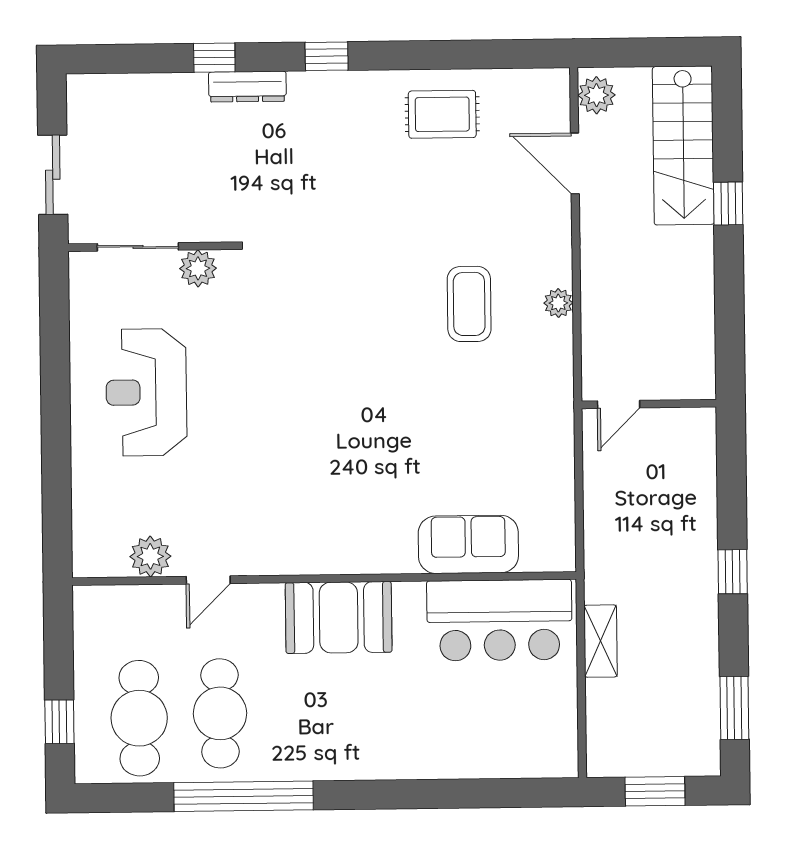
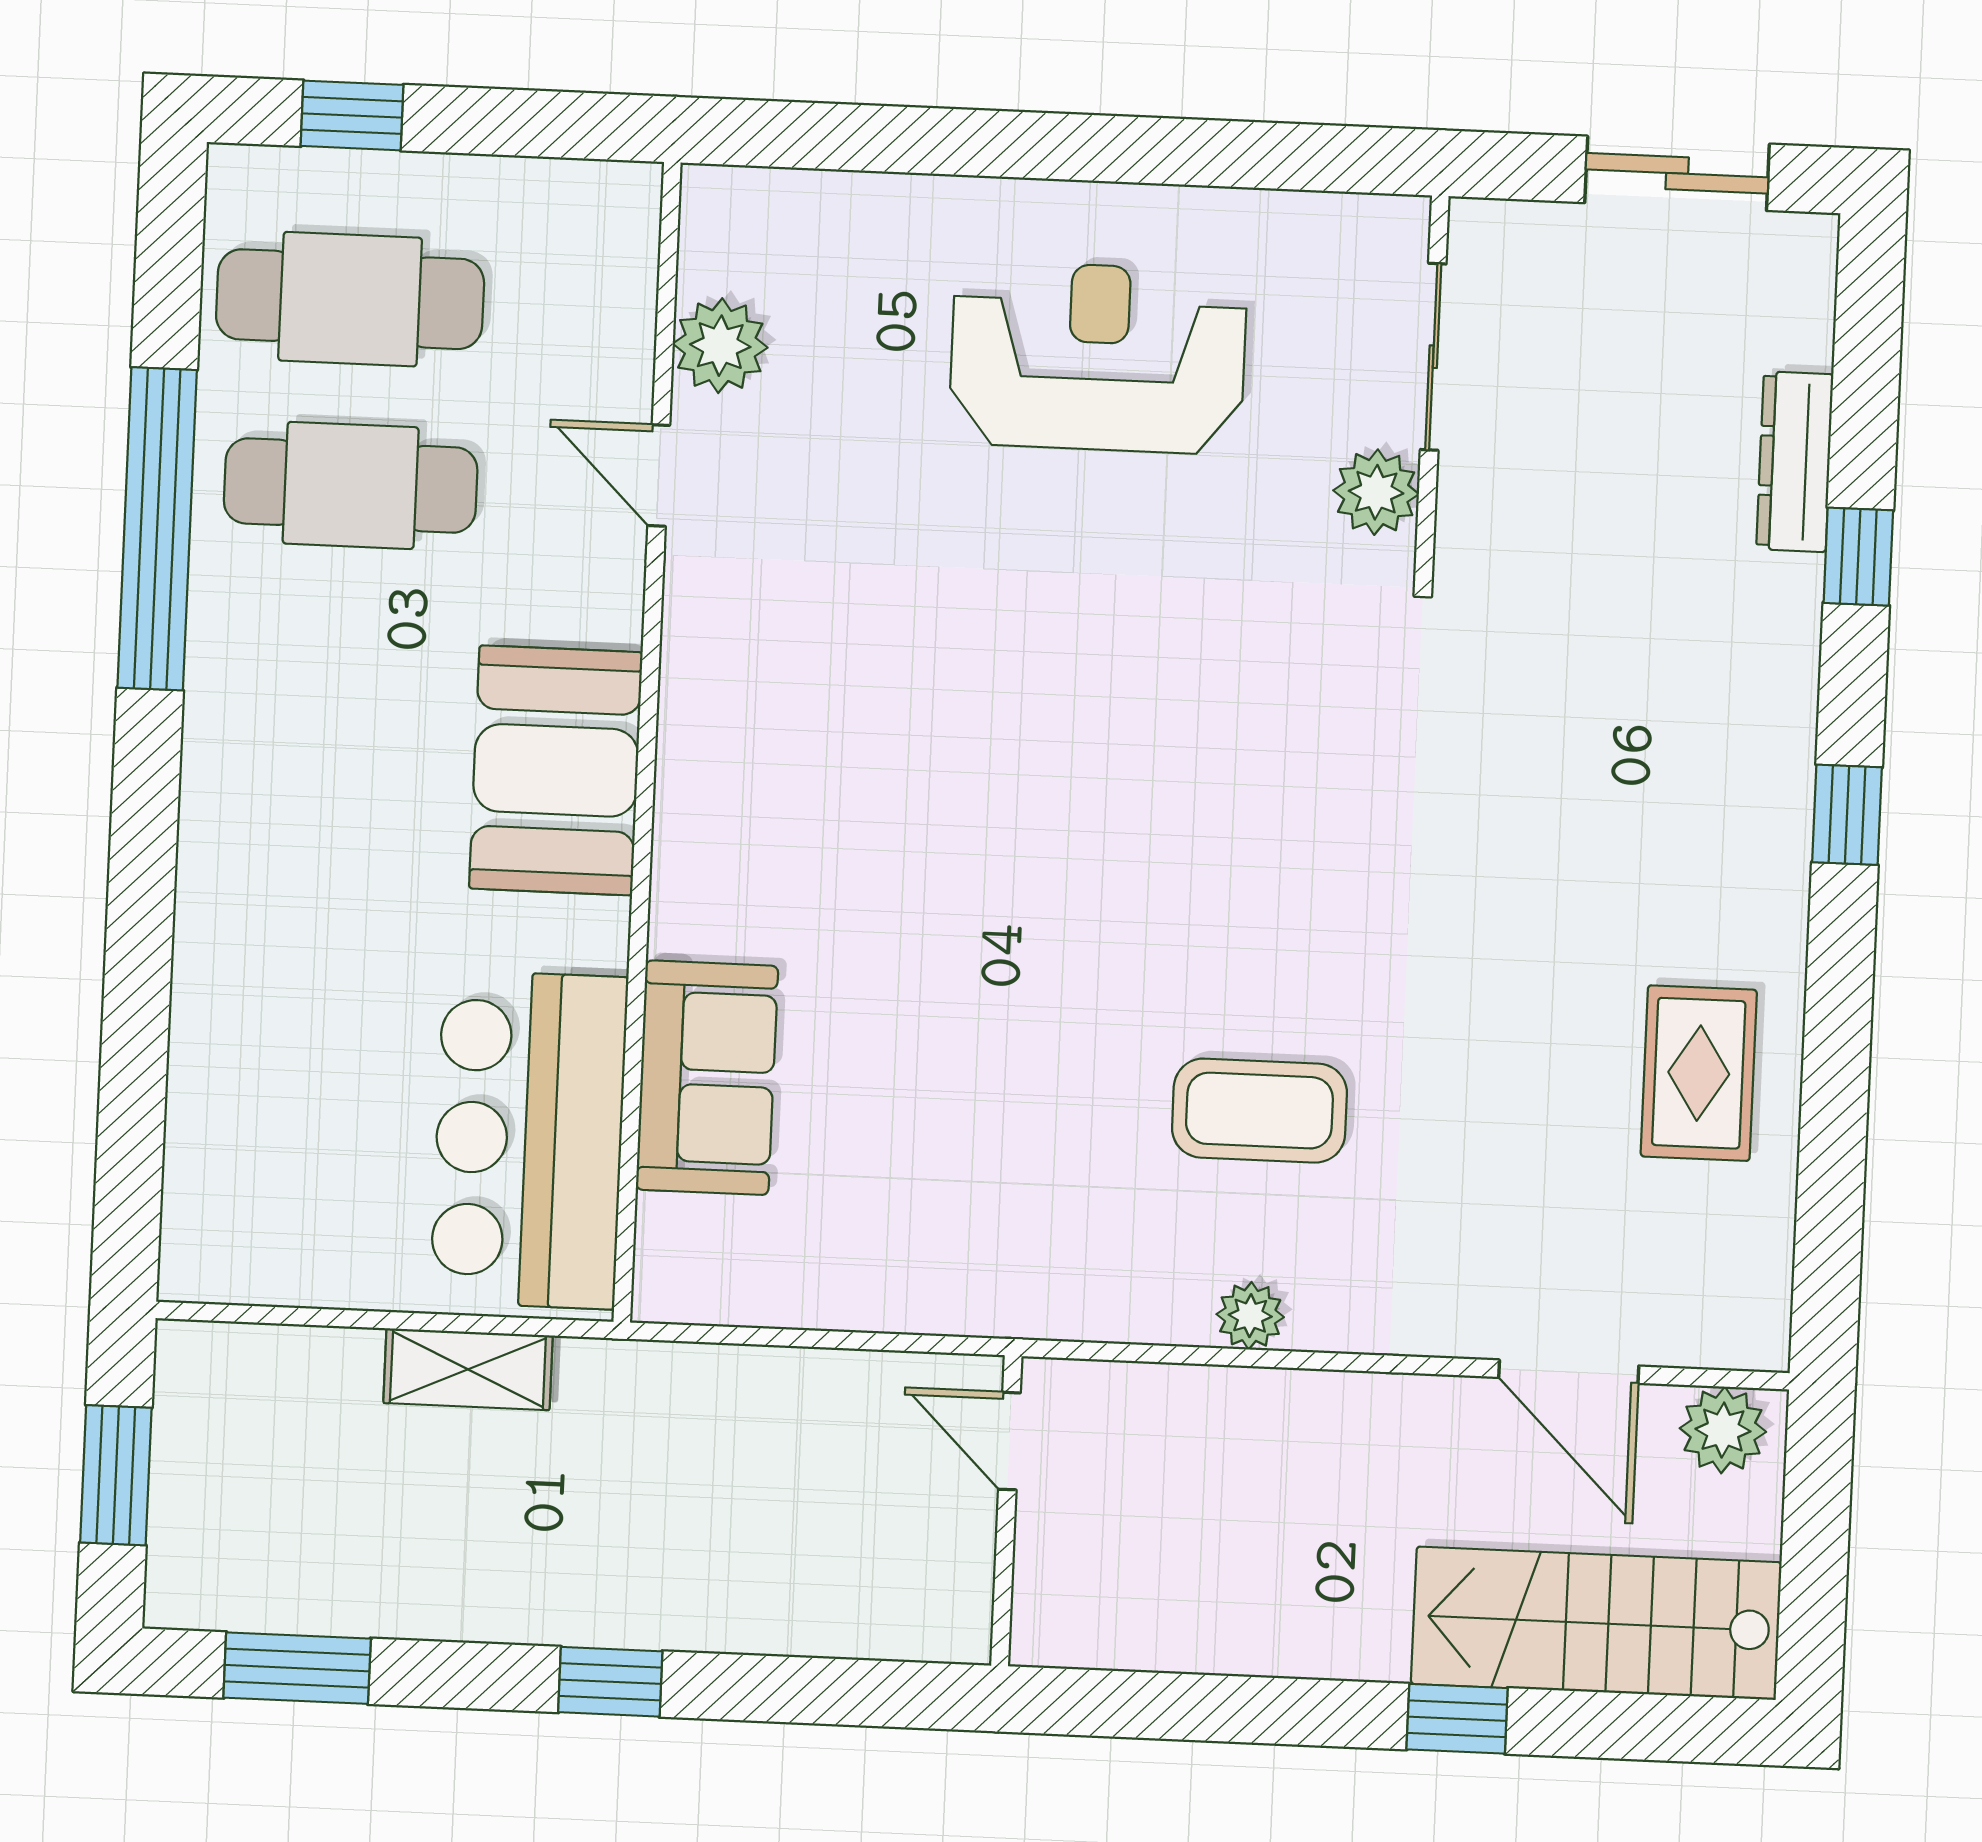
dresser: (247, 87) -> (1795, 462), moved
door: (575, 163) -> (1569, 1372), swing flipped
sliding door: (53, 175) -> (1677, 173), moved

